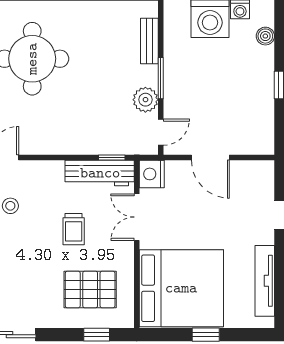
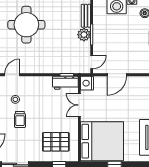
plant: (145, 100) -> (84, 35), moved
door: (210, 157) -> (117, 75), hinge flipped
workbench: (100, 173) -> (65, 83), width x0.73
trolley: (74, 229) -> (20, 119), moved

